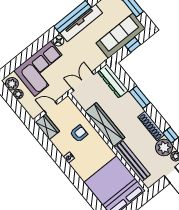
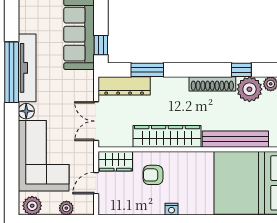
window: (133, 45) -> (101, 45), moved
plant: (18, 94) -> (66, 208), moved
window: (140, 97) -> (147, 70), moved
wardrobe: (47, 127) -> (115, 161), moved, turned 180
armchair: (79, 134) -> (153, 175), turned -90

